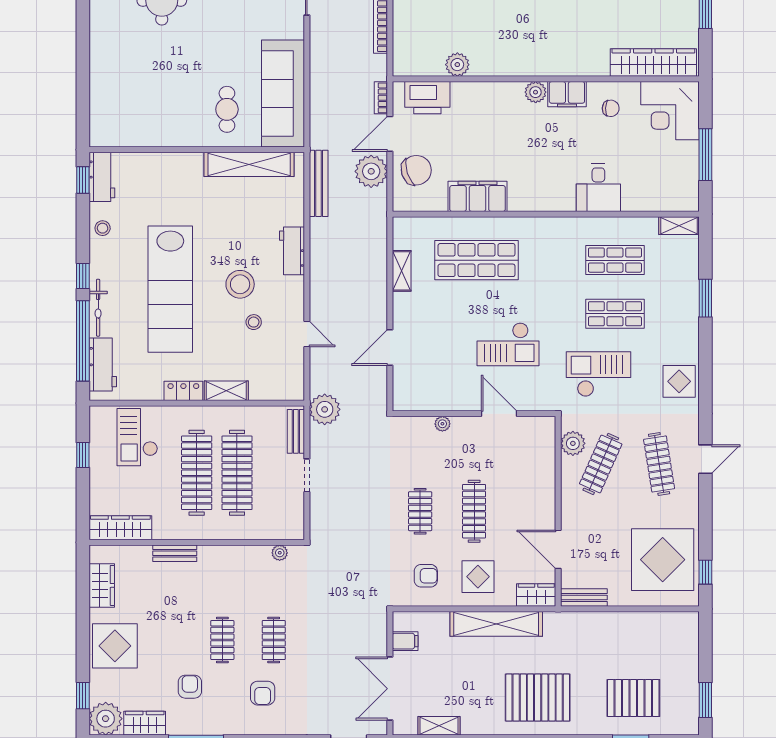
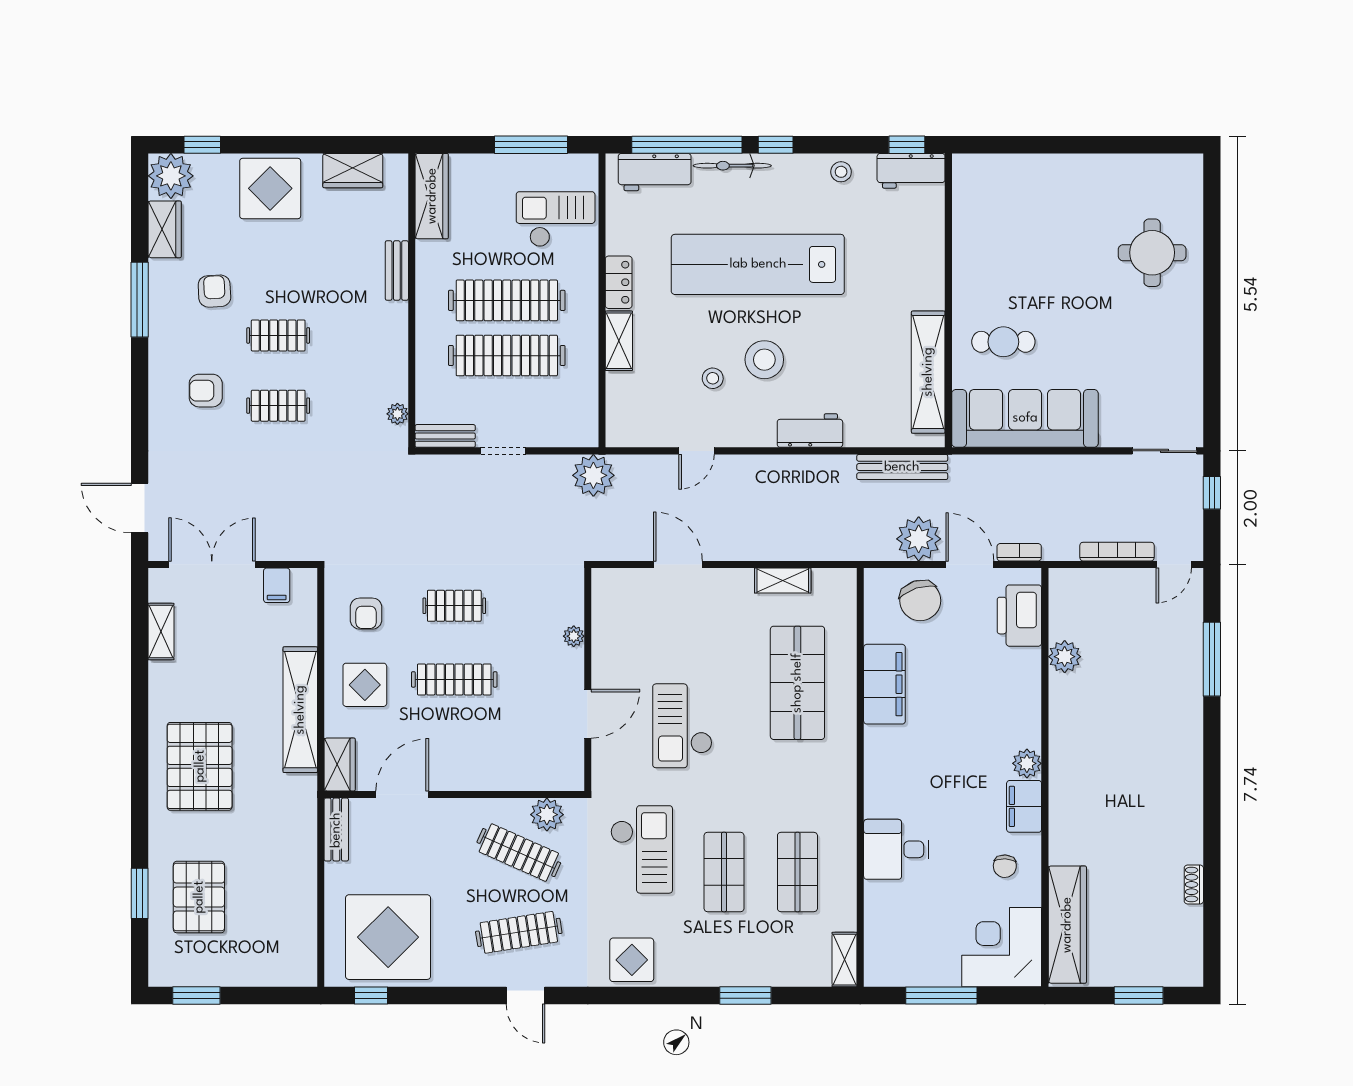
bench: (296, 431) -> (445, 436), moved
window: (83, 455) -> (531, 145), width x2.17
armchair: (190, 687) -> (214, 291), turned -93

